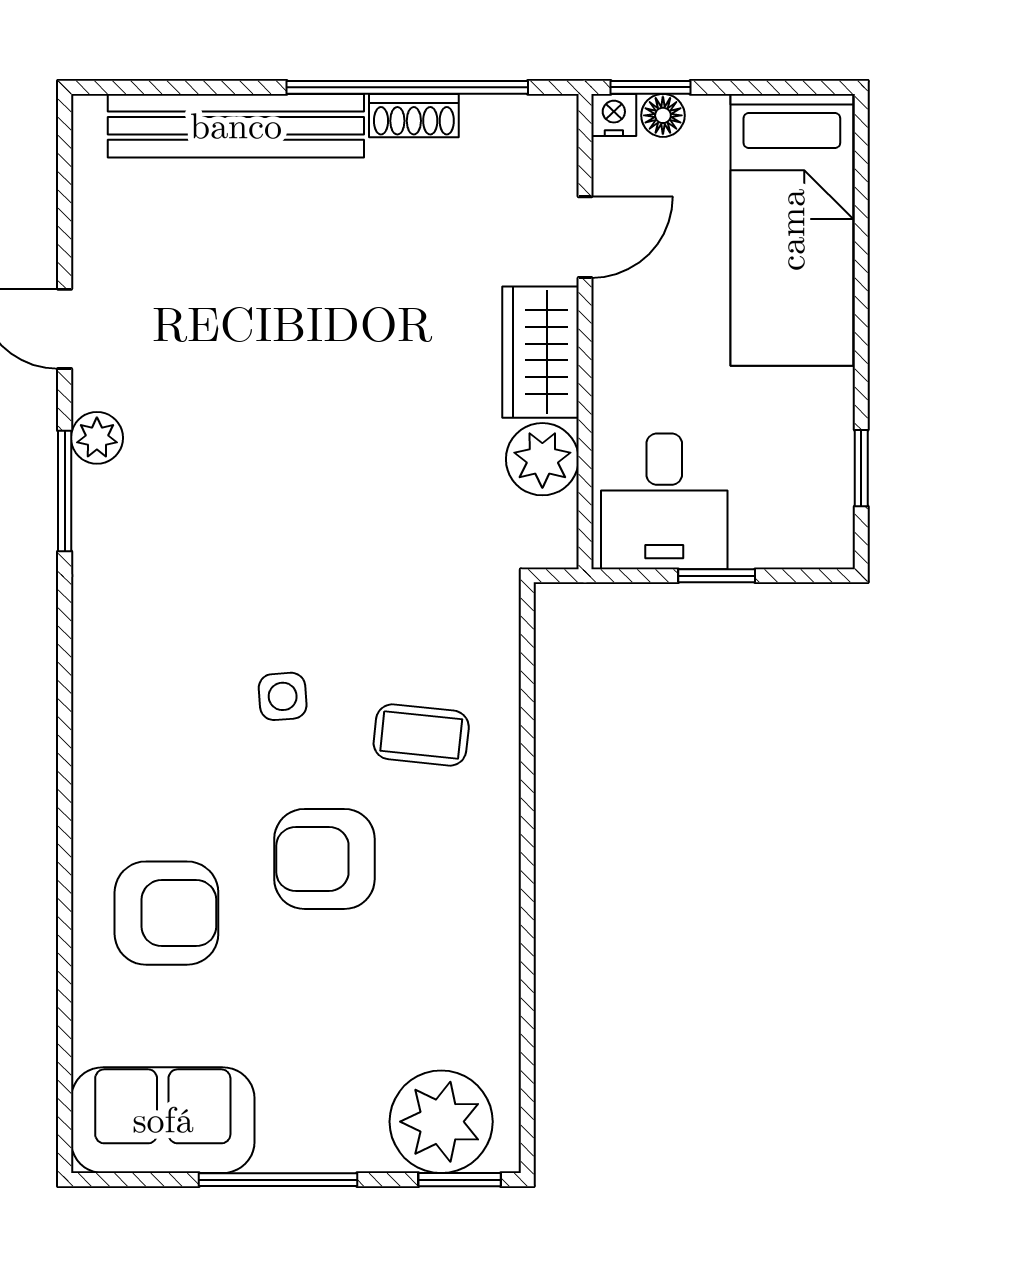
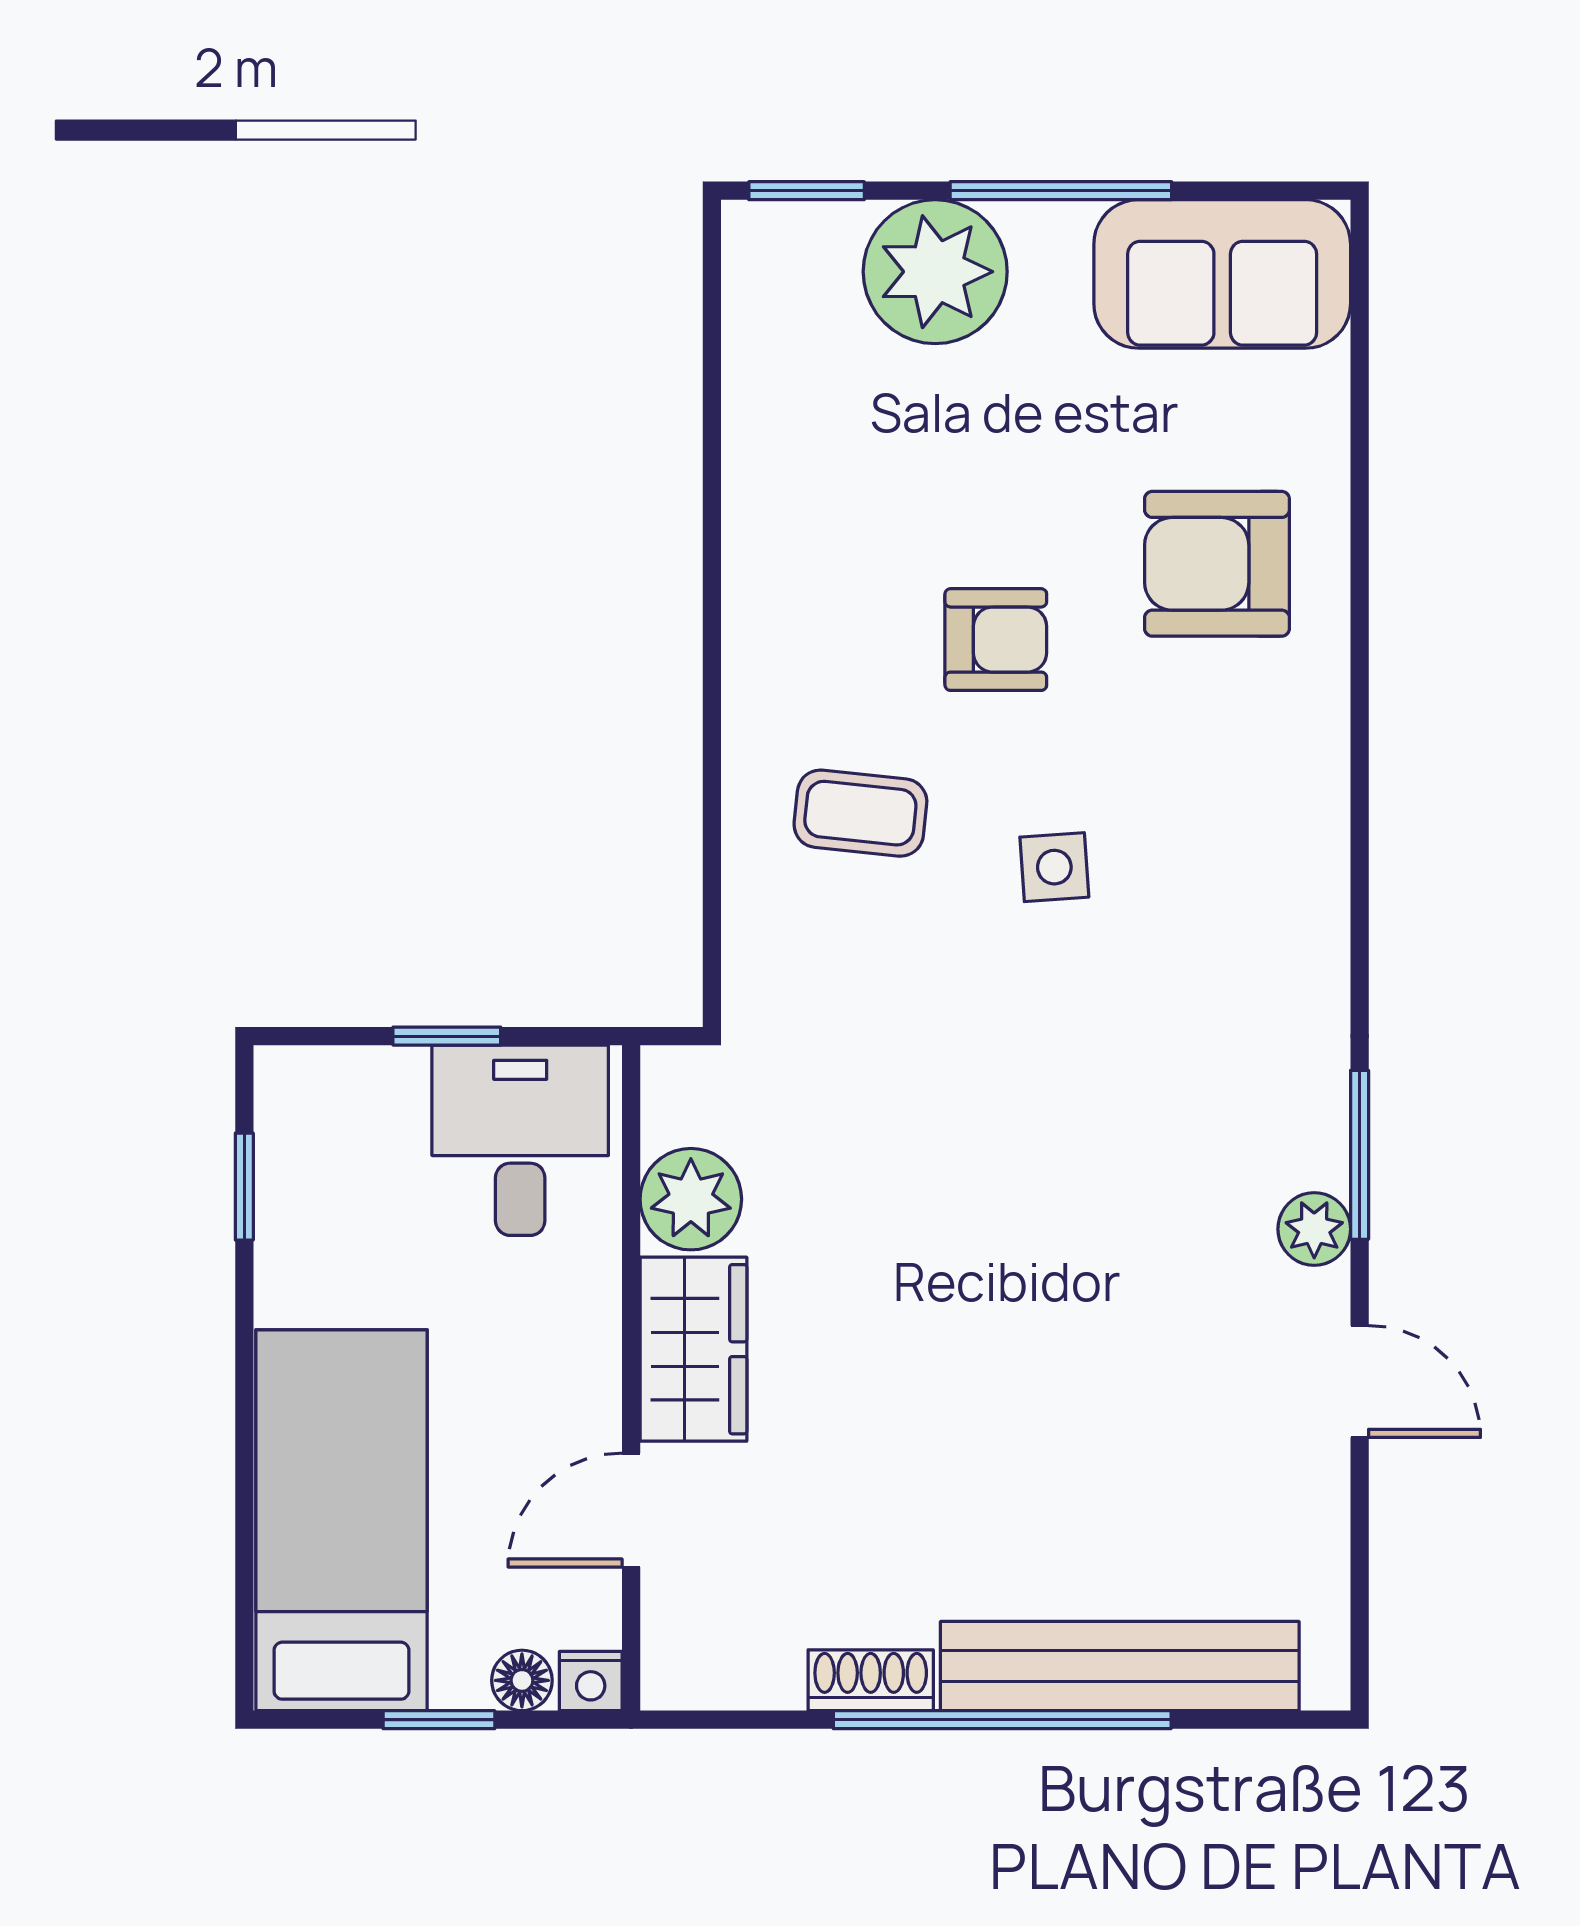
window: (407, 87) -> (1002, 1720), moved
window: (651, 87) -> (439, 1720), moved
armchair: (324, 859) -> (996, 640), width x0.72, depth x0.72
plant: (441, 1122) -> (935, 272), moved

